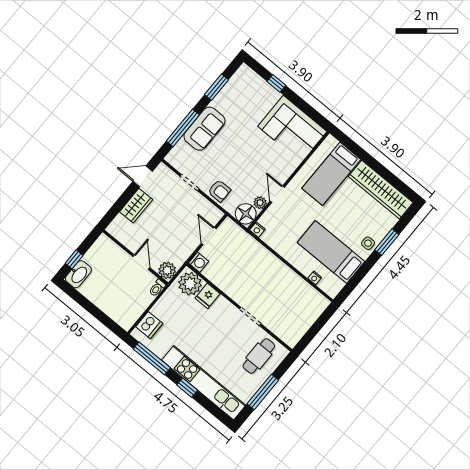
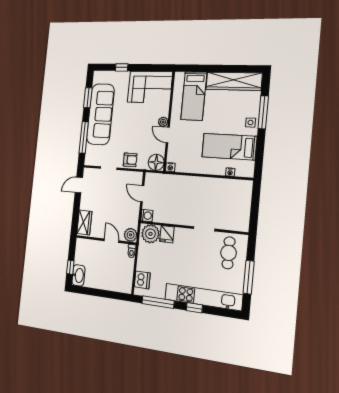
sofa: (204, 129) -> (100, 114), width x1.85, depth x1.27
plant: (260, 203) -> (163, 122), moved
wardrobe: (136, 206) -> (84, 222), moved
window: (387, 242) -> (263, 112), width x1.44

